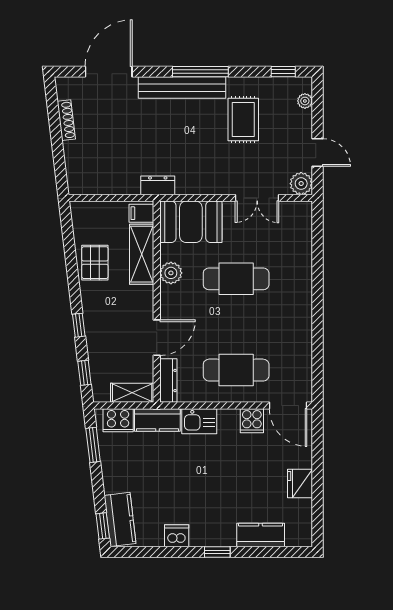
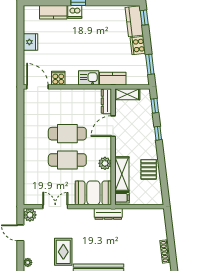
dresser: (158, 185) -> (108, 214), width x1.44
cafe table: (236, 370) -> (67, 134), moved
cooker: (118, 420) -> (138, 46), moved, turned -97
dishwasher: (177, 536) -> (75, 12), moved

